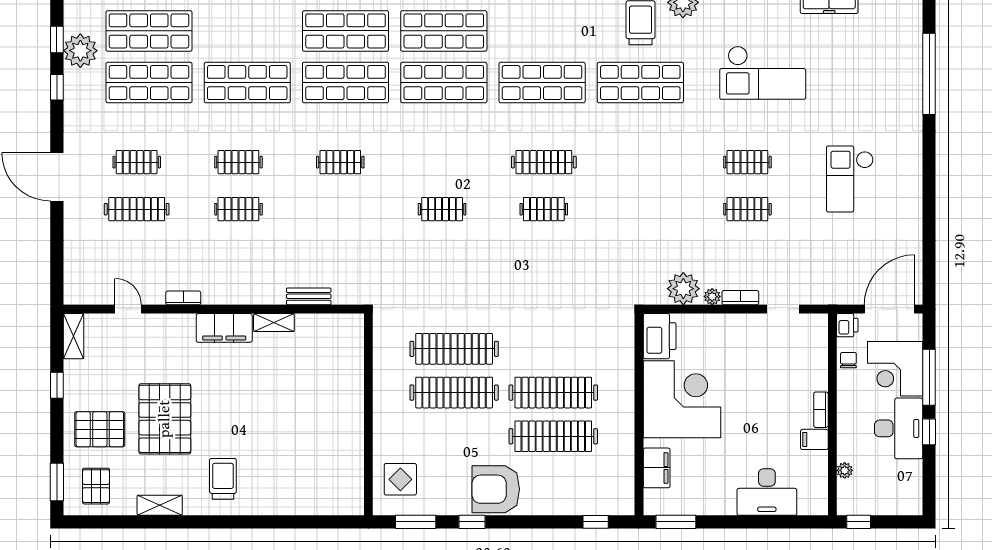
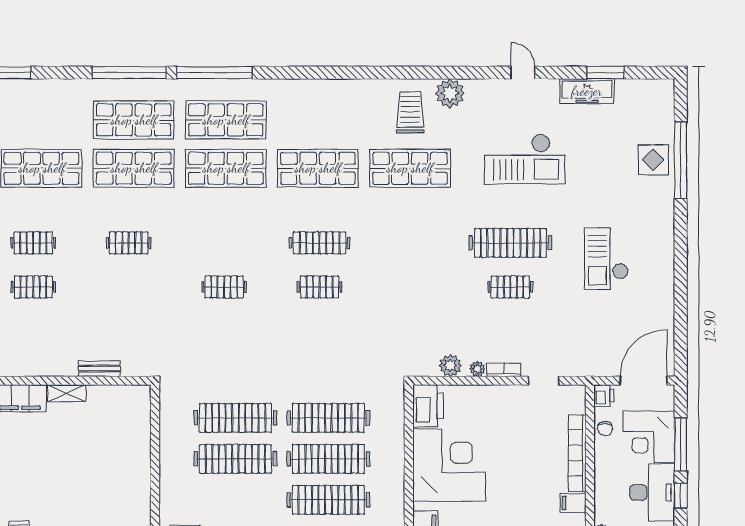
display table: (900, 74) -> (653, 160), added
clothes rail: (747, 162) -> (510, 243), width x1.86, depth x1.31
plant: (683, 289) -> (450, 366), width x0.73, depth x0.73
clothes rail: (553, 349) -> (328, 418), added
chair: (848, 360) -> (605, 428), turned 180
bookcase: (821, 410) -> (577, 453), width x2.31, depth x1.31

